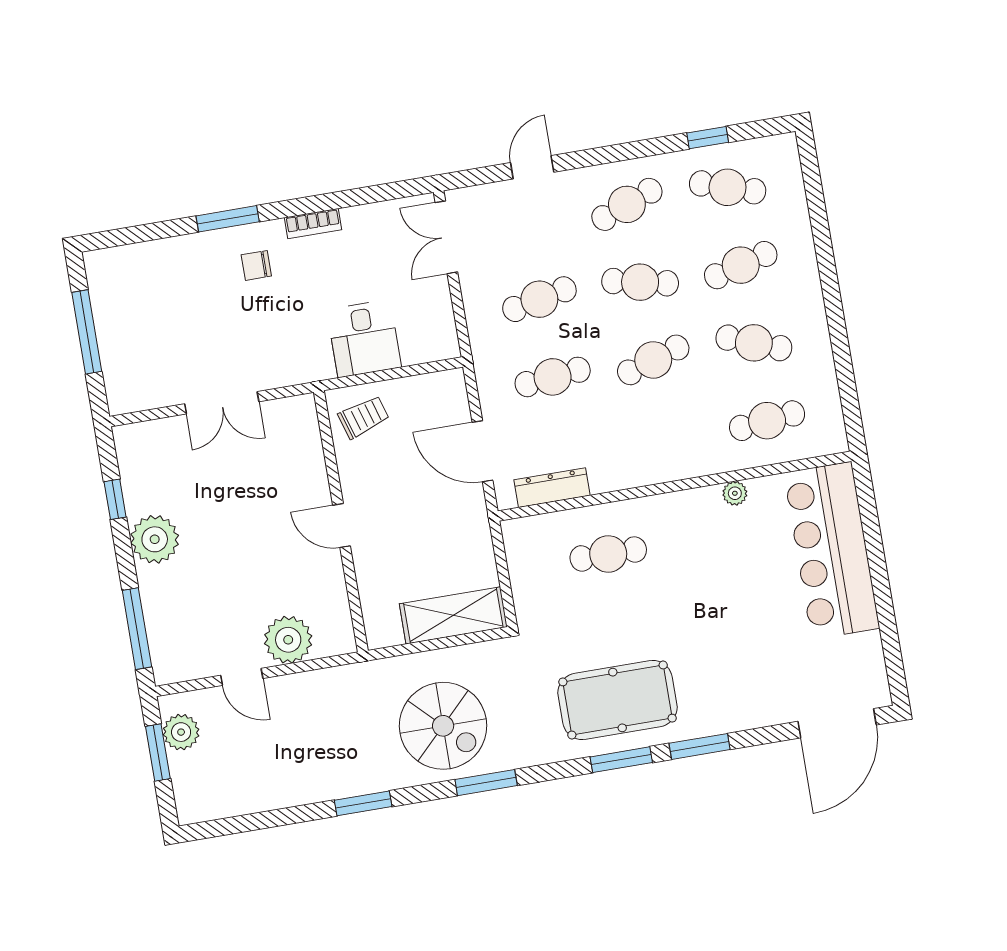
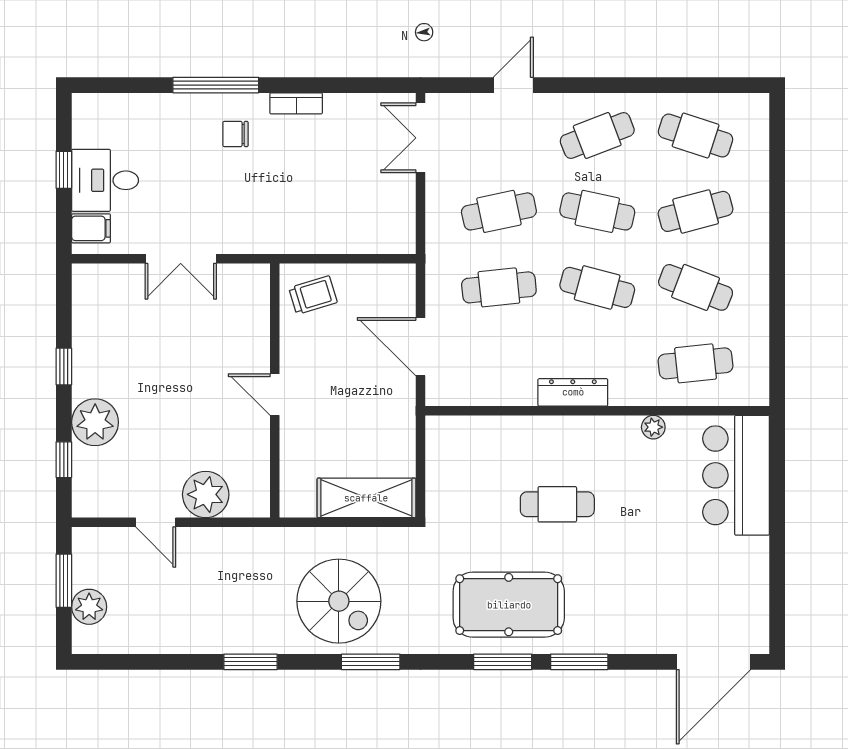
window: (708, 138) -> (685, 85), removed
window: (228, 219) -> (216, 85), width x1.44
window: (87, 332) -> (64, 170), width x0.46
desk: (364, 339) -> (105, 180), moved, turned 90
cafe table: (653, 360) -> (597, 287), turned 33
filing cabinet: (125, 387) -> (91, 228), added
dresser: (552, 488) -> (573, 392), moved
window: (115, 499) -> (64, 366), moved
plant: (155, 539) -> (95, 422), moved
bar counter: (832, 551) -> (736, 475), width x0.73
cafe table: (608, 554) -> (557, 504), moved
window: (137, 629) -> (64, 460), width x0.46
plant: (181, 732) -> (89, 607), moved

